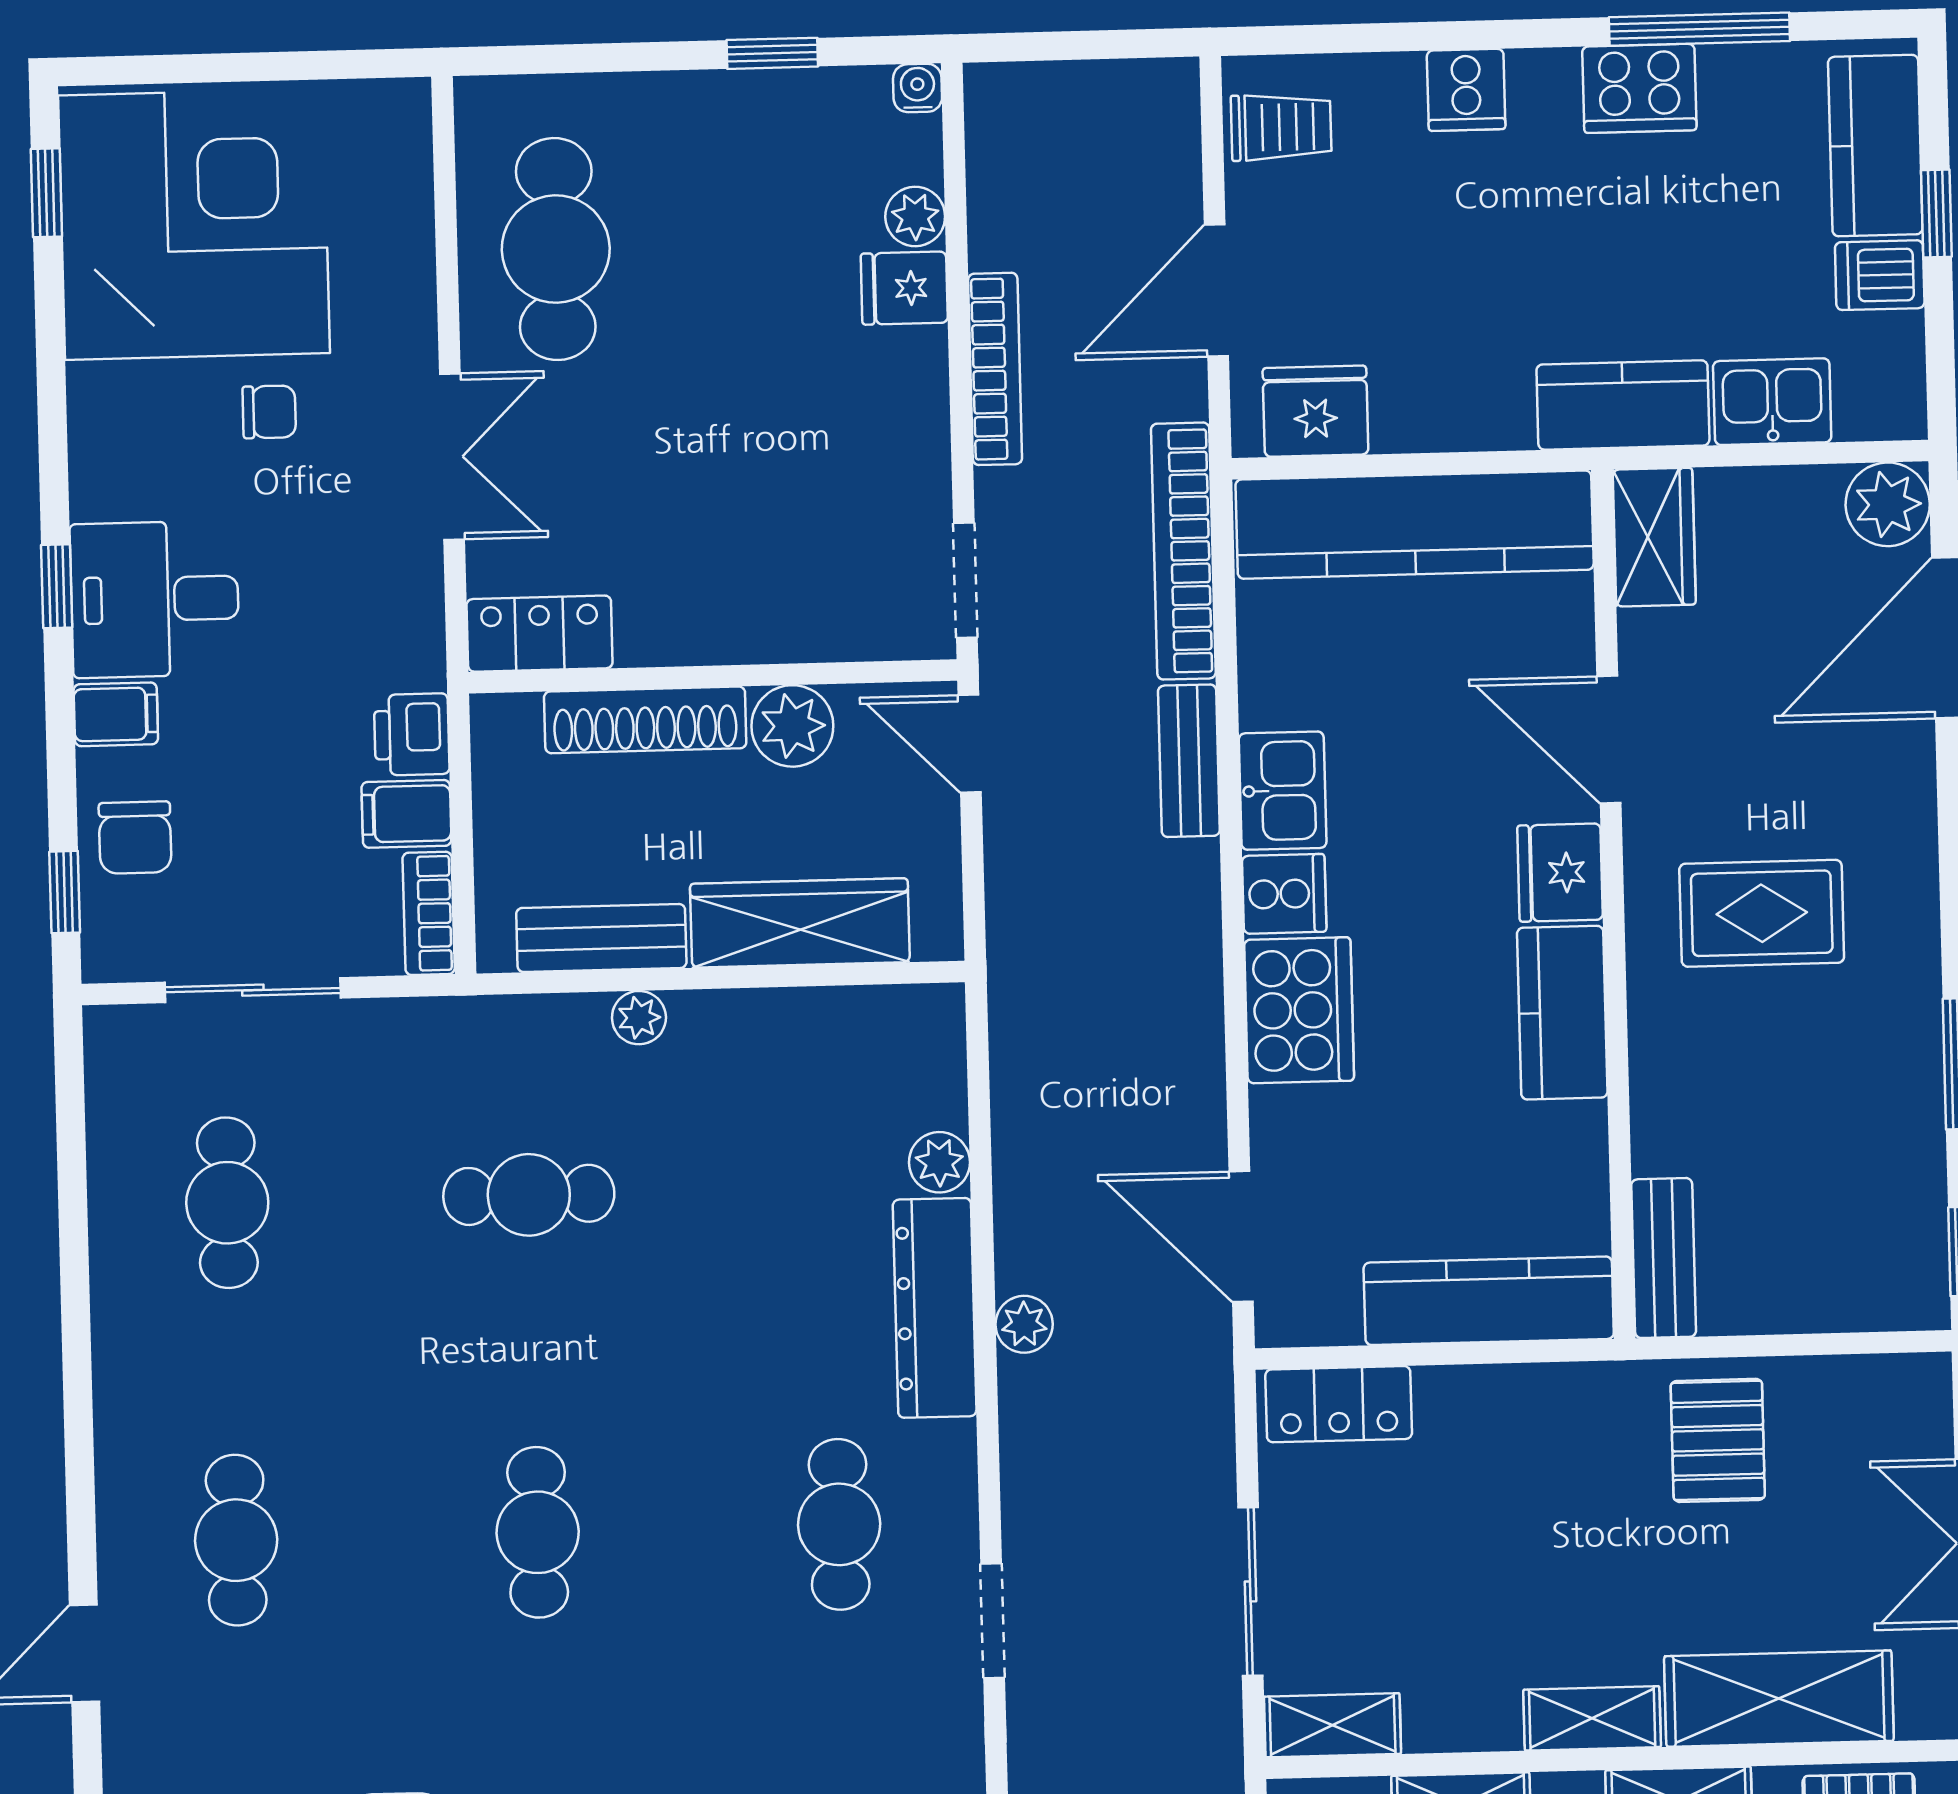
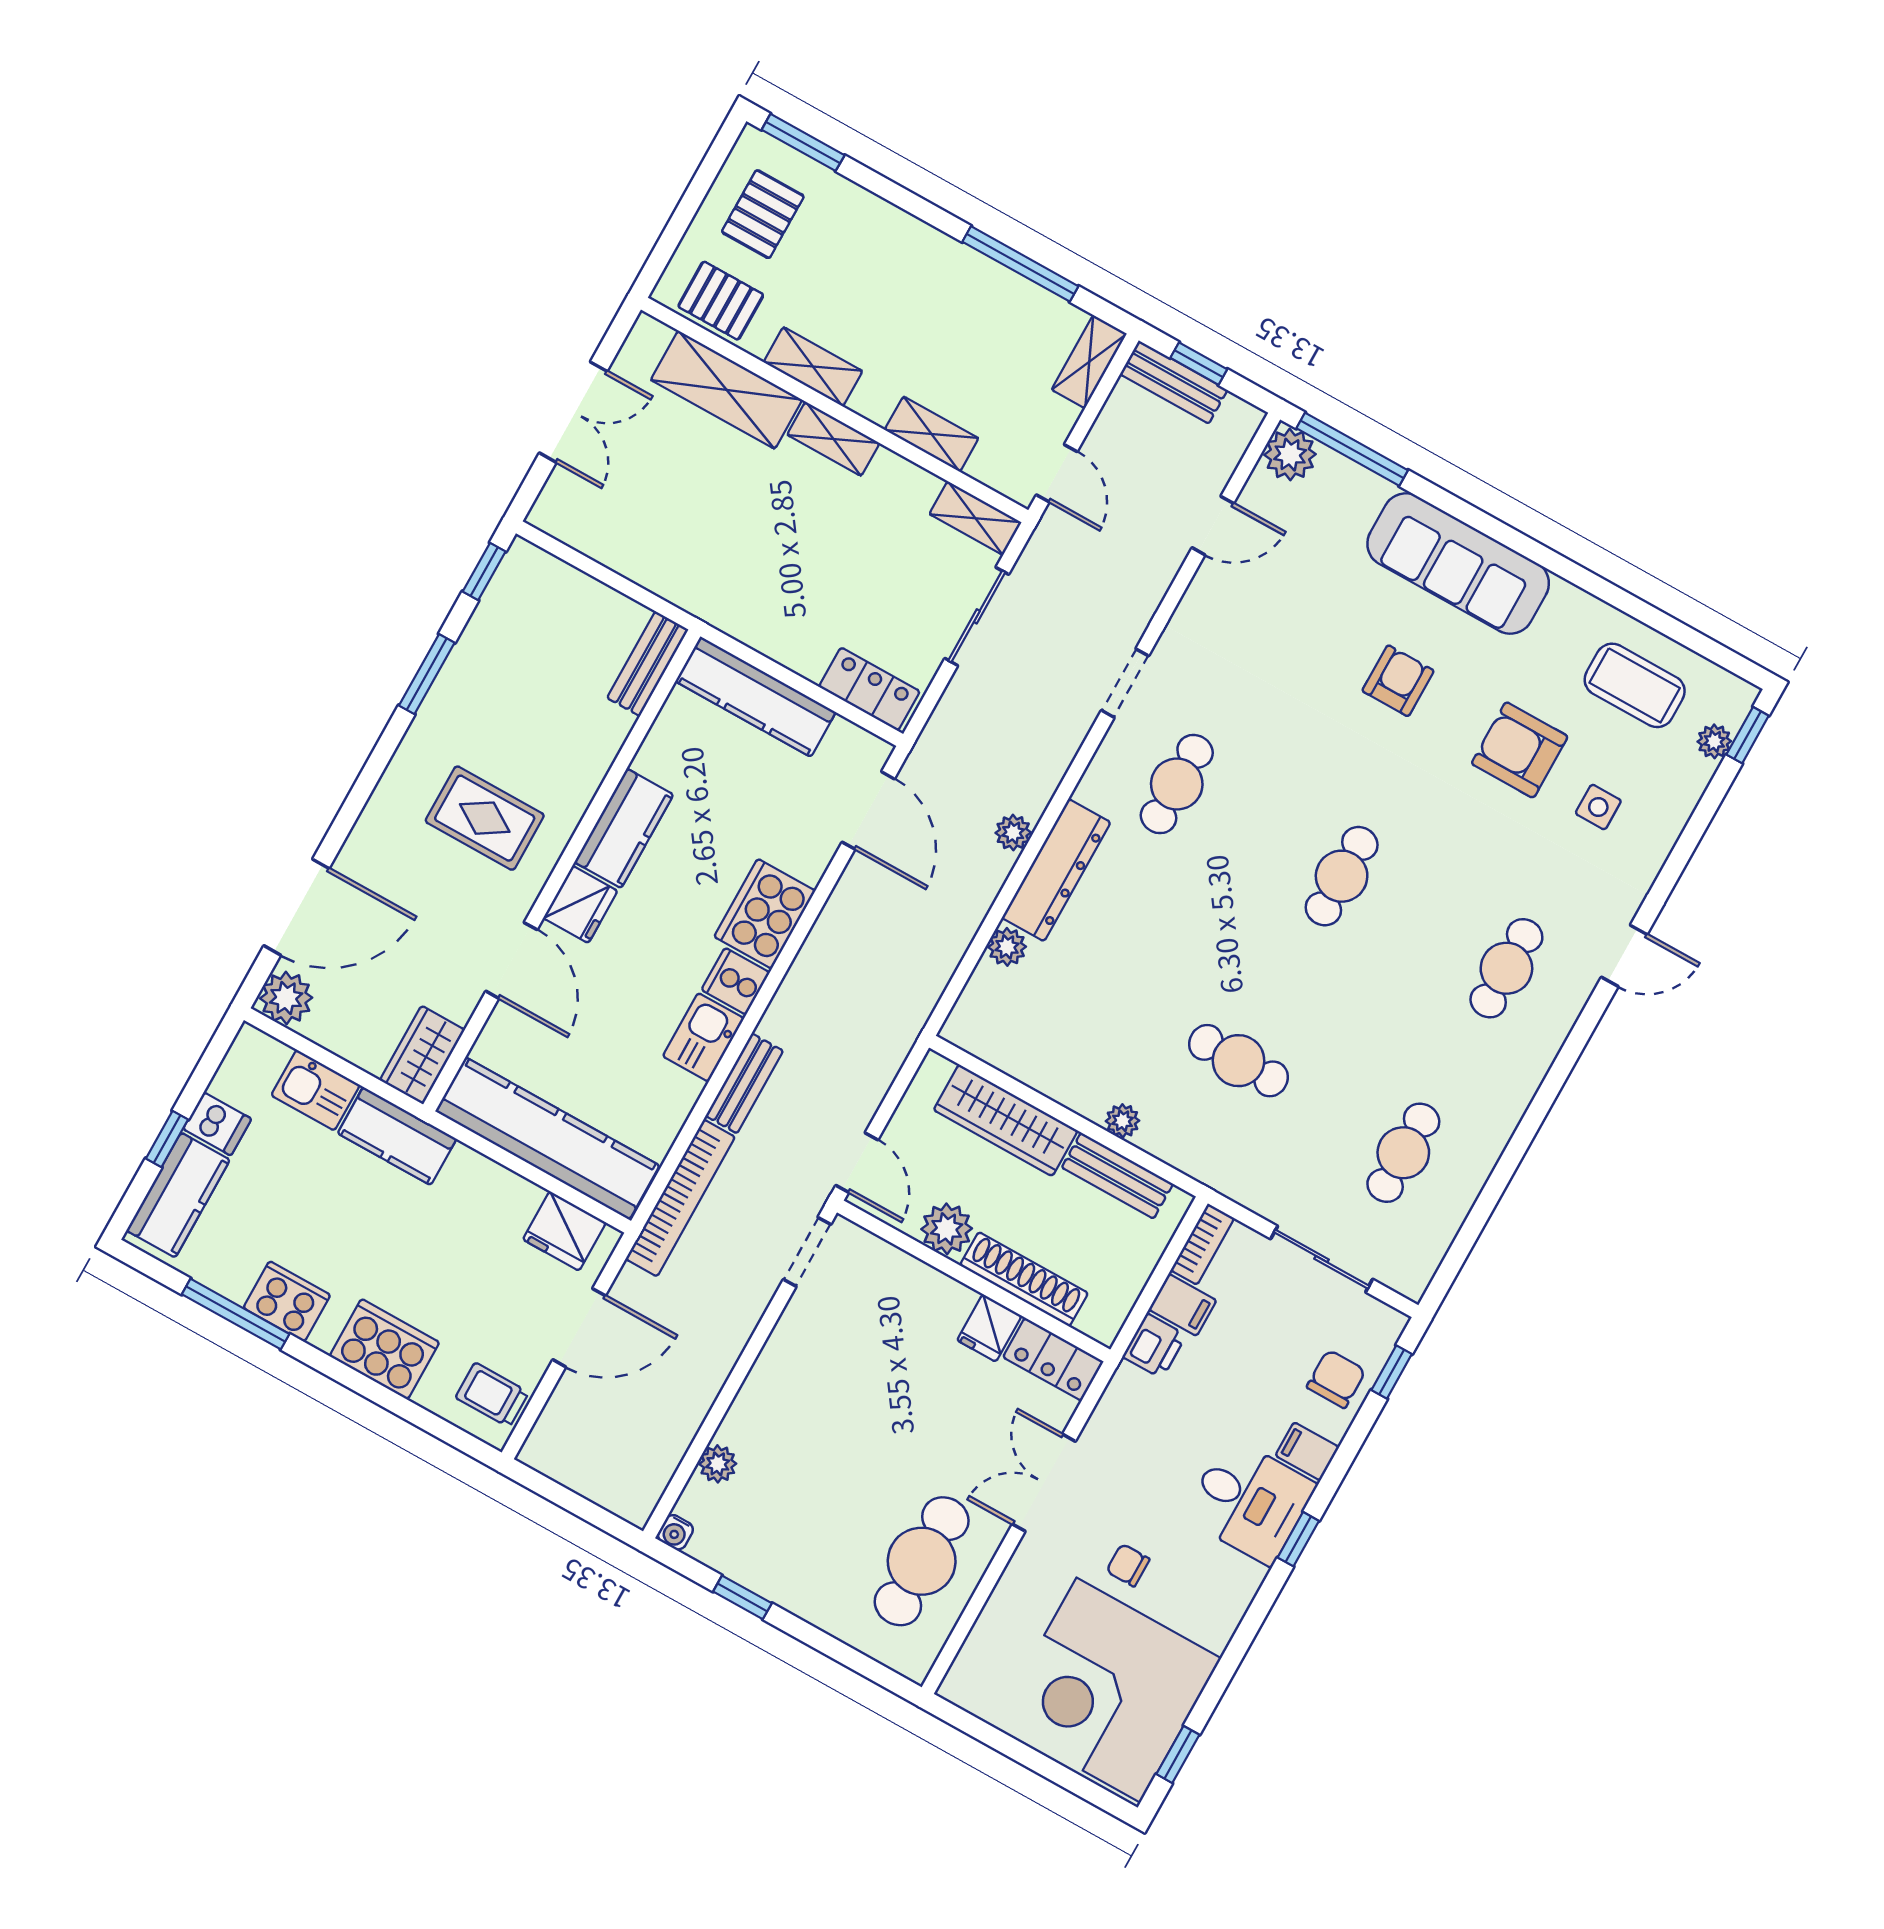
cooker: (1466, 90) -> (384, 1349), width x1.87, depth x1.31
fridge: (904, 288) -> (989, 1328), moved, turned 90
bookcase: (995, 369) -> (723, 1356), removed
pallet: (1718, 1440) -> (677, 548), removed

